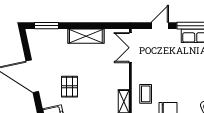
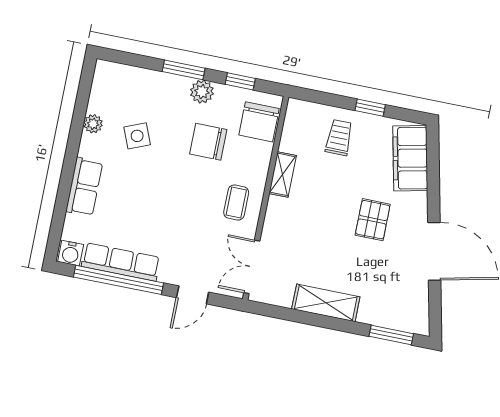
double door: (130, 48) -> (252, 267), swing flipped
coffee table: (146, 94) -> (236, 203), moved

